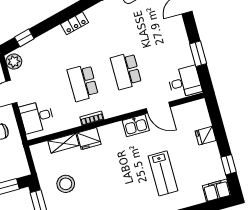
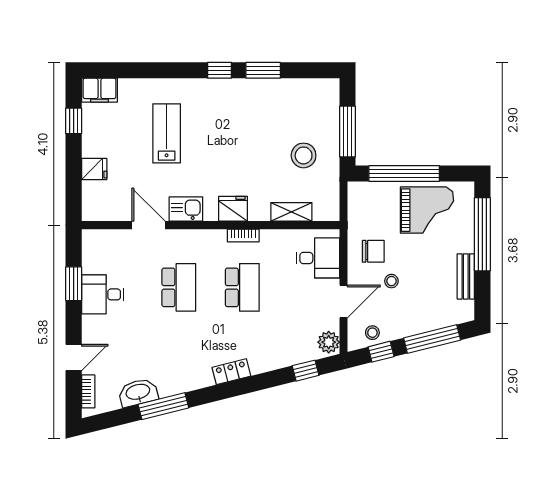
desk: (185, 82) -> (103, 294), moved
fridge: (89, 139) -> (233, 209), moved

